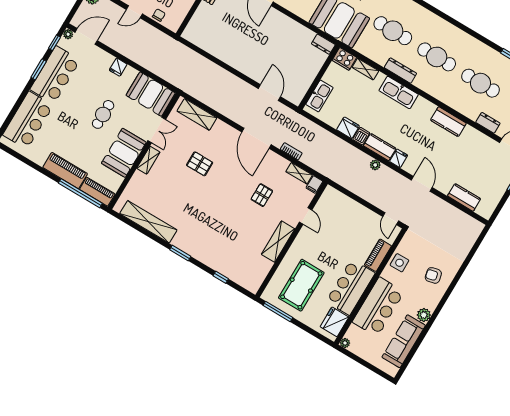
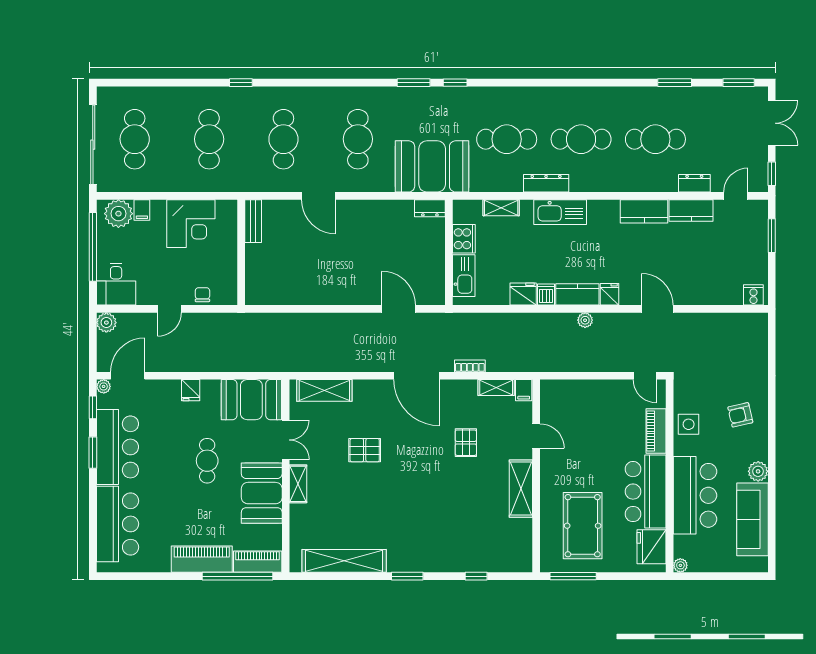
cooker: (344, 59) -> (464, 239), moved, turned -90
kitchen counter: (464, 197) -> (691, 210), moved, turned 180
cooker: (483, 209) -> (753, 295), added

